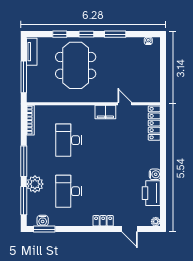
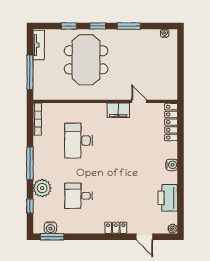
water cooler: (155, 174) -> (172, 165), moved
desk: (69, 191) -> (79, 196), width x0.73
window: (24, 201) -> (30, 206), width x0.46

